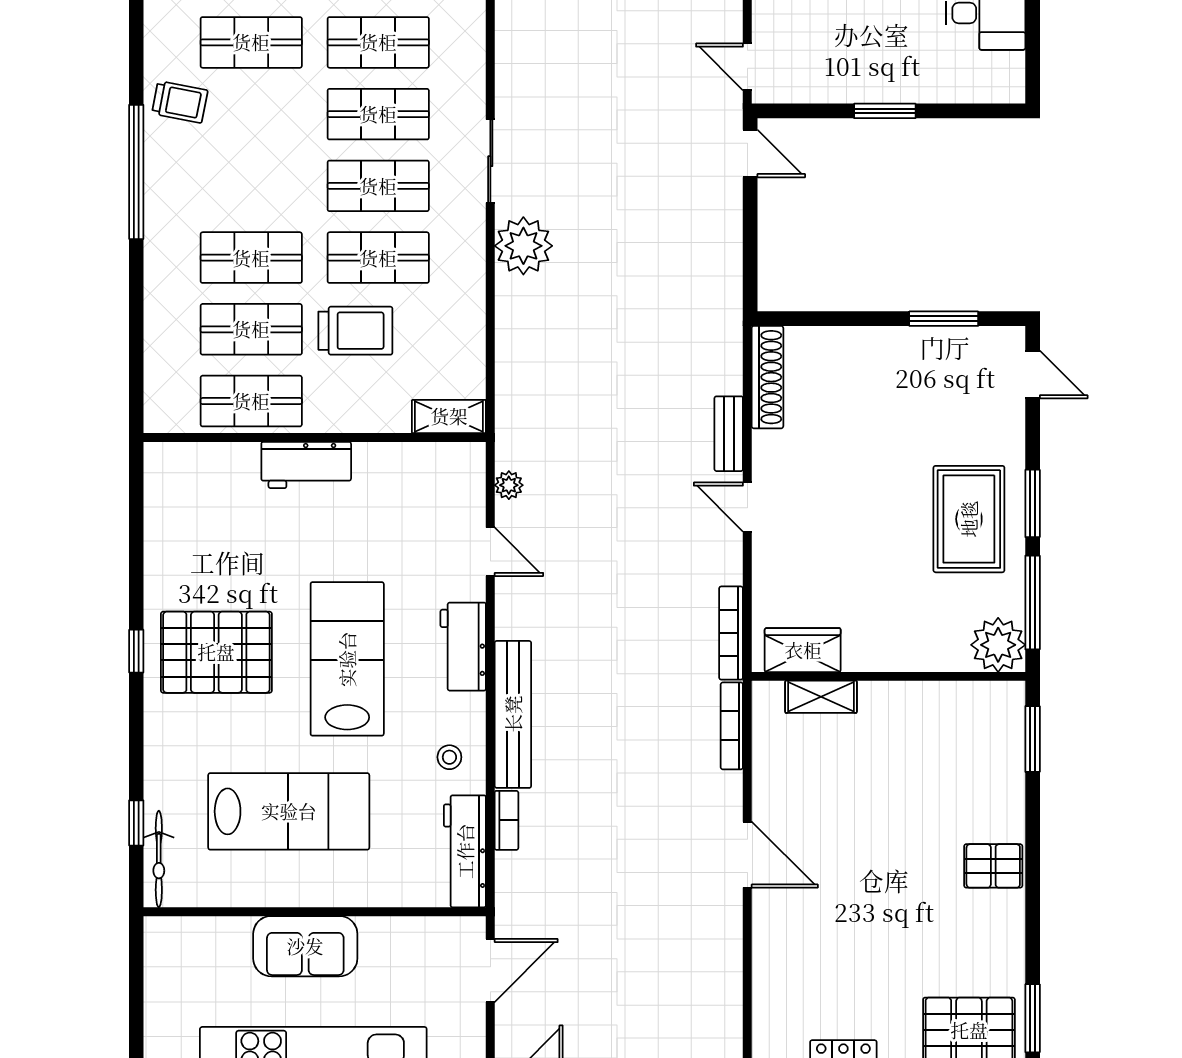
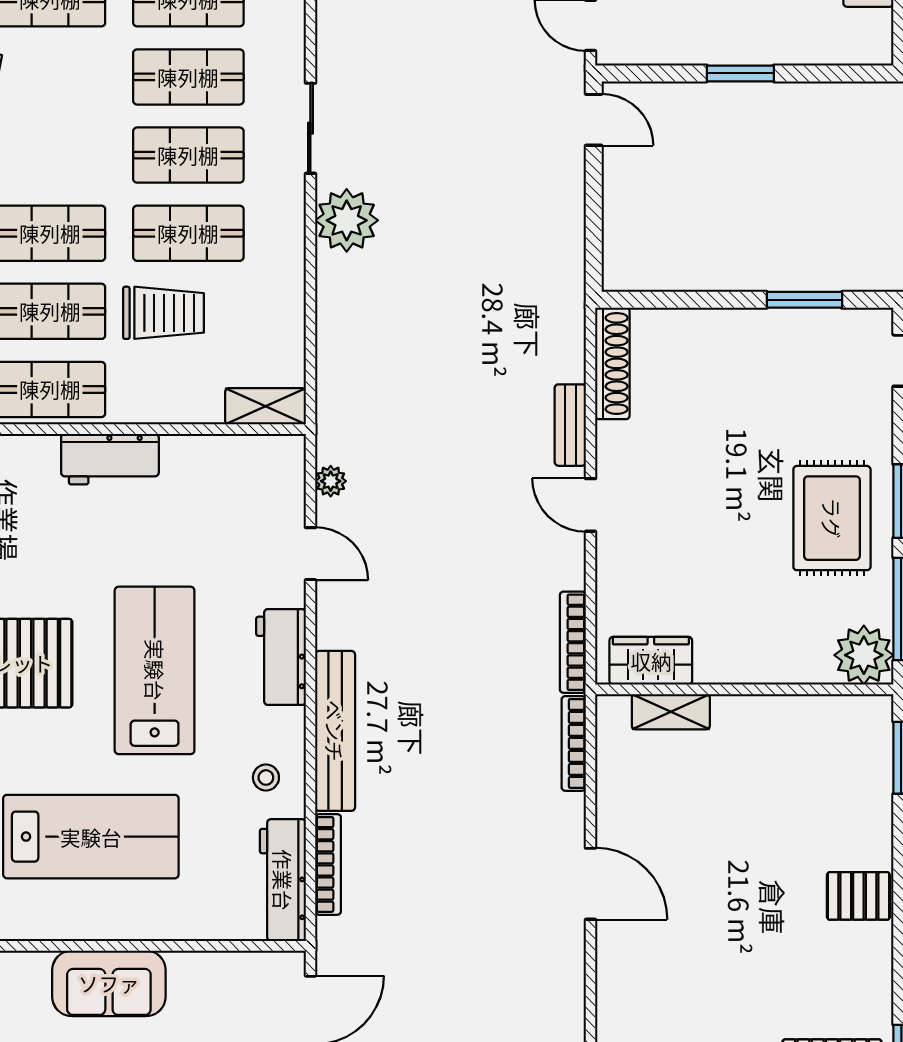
bookcase: (506, 820) -> (328, 864), width x1.56

